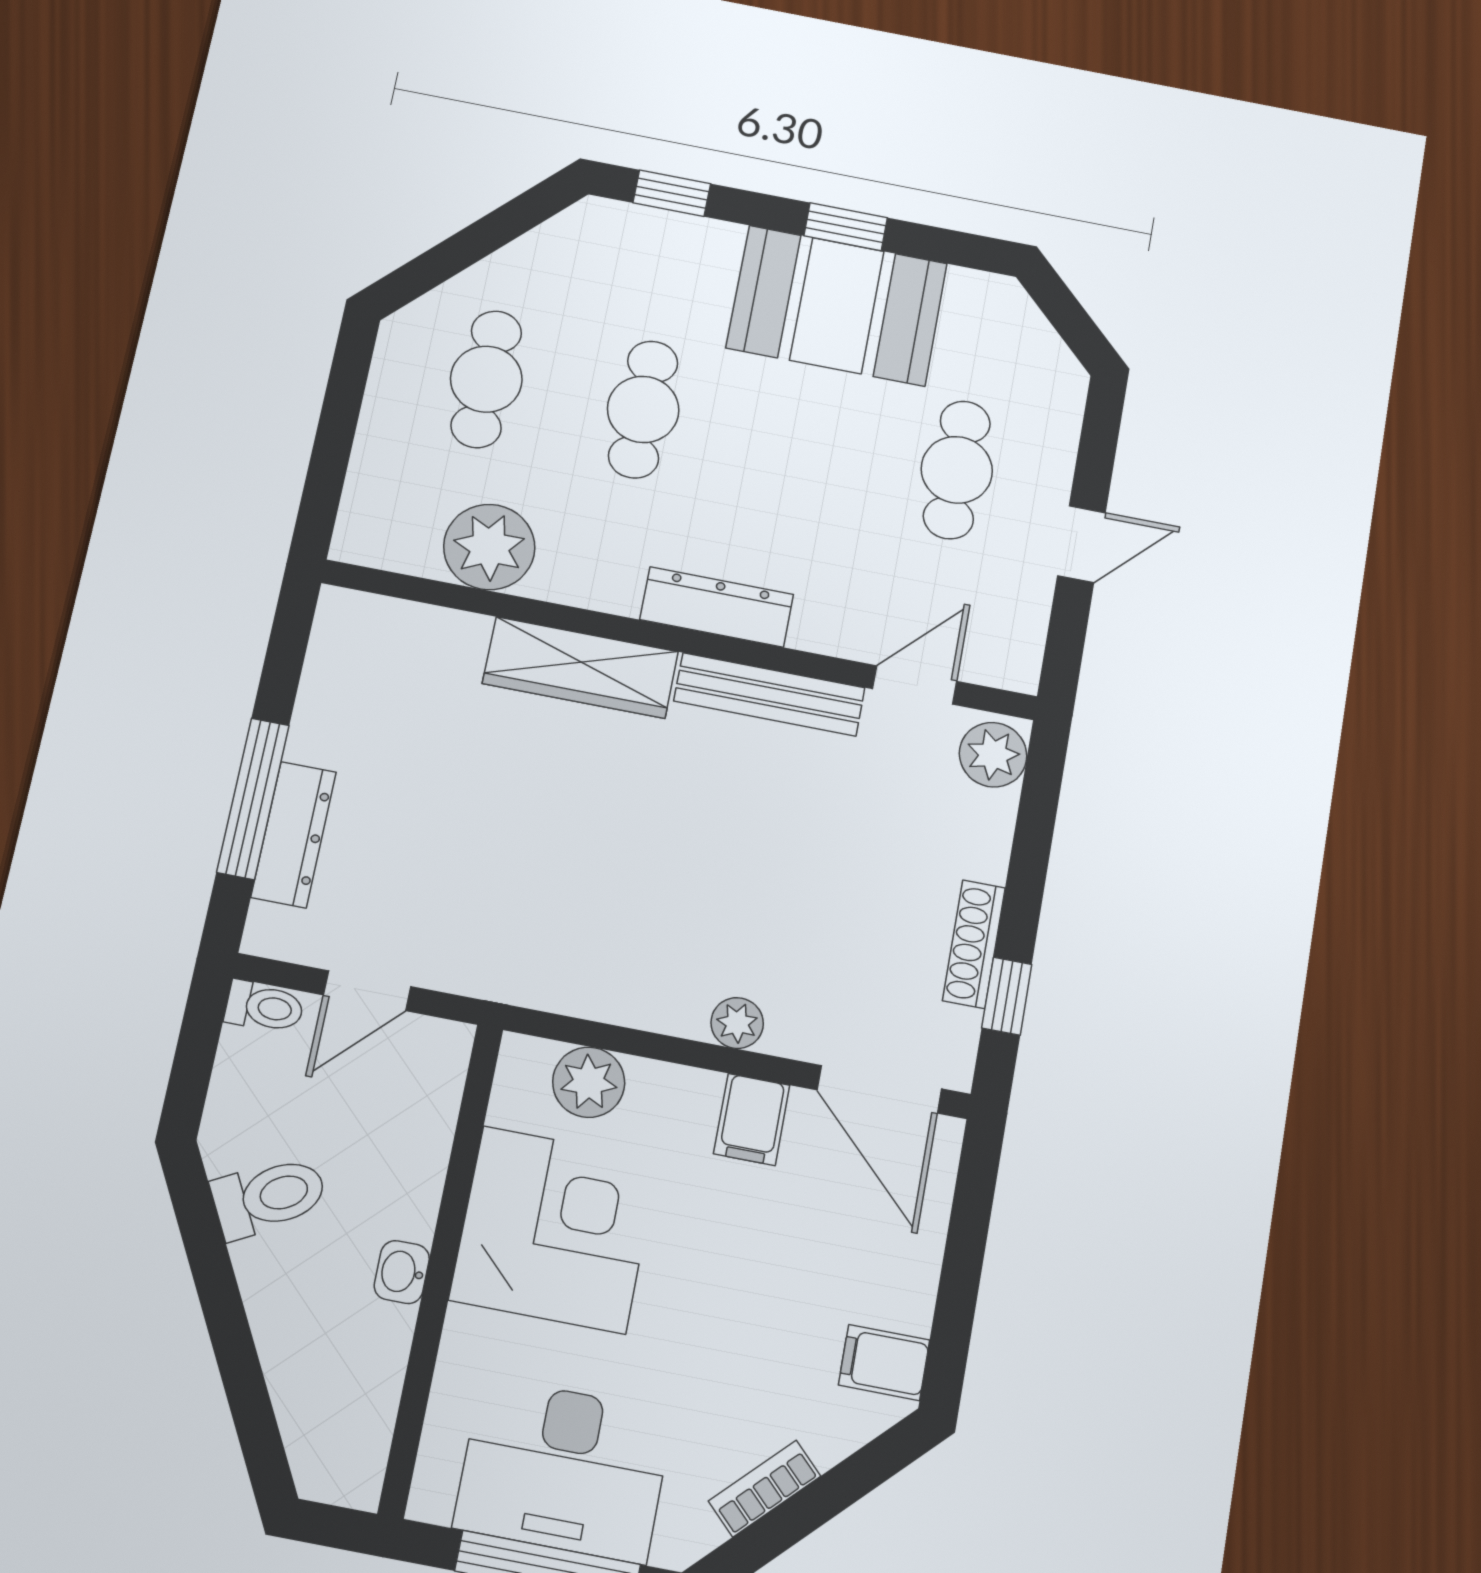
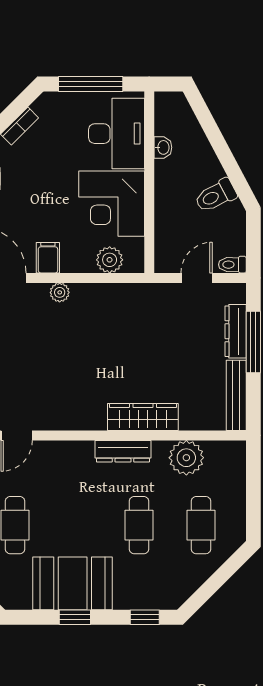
dresser: (717, 607) -> (123, 451), moved
bench: (769, 694) -> (236, 395), moved, turned 90
washbasin: (402, 1272) -> (163, 147), moved
desk: (564, 1470) -> (117, 134), moved, turned 90

